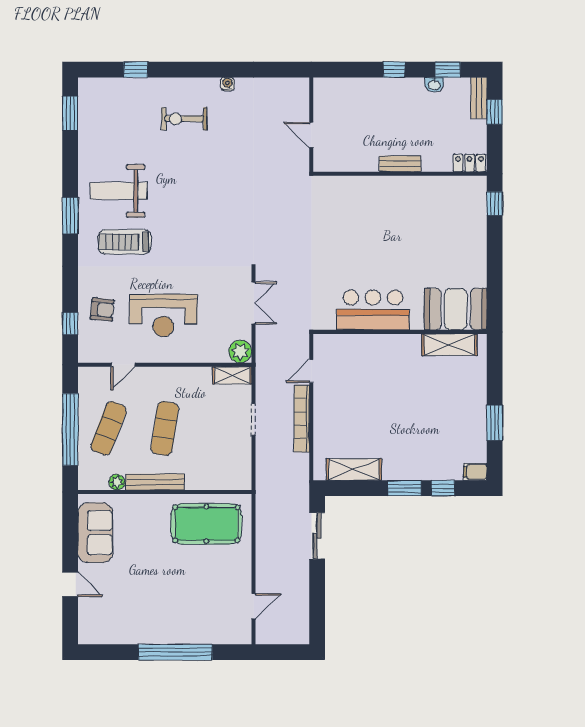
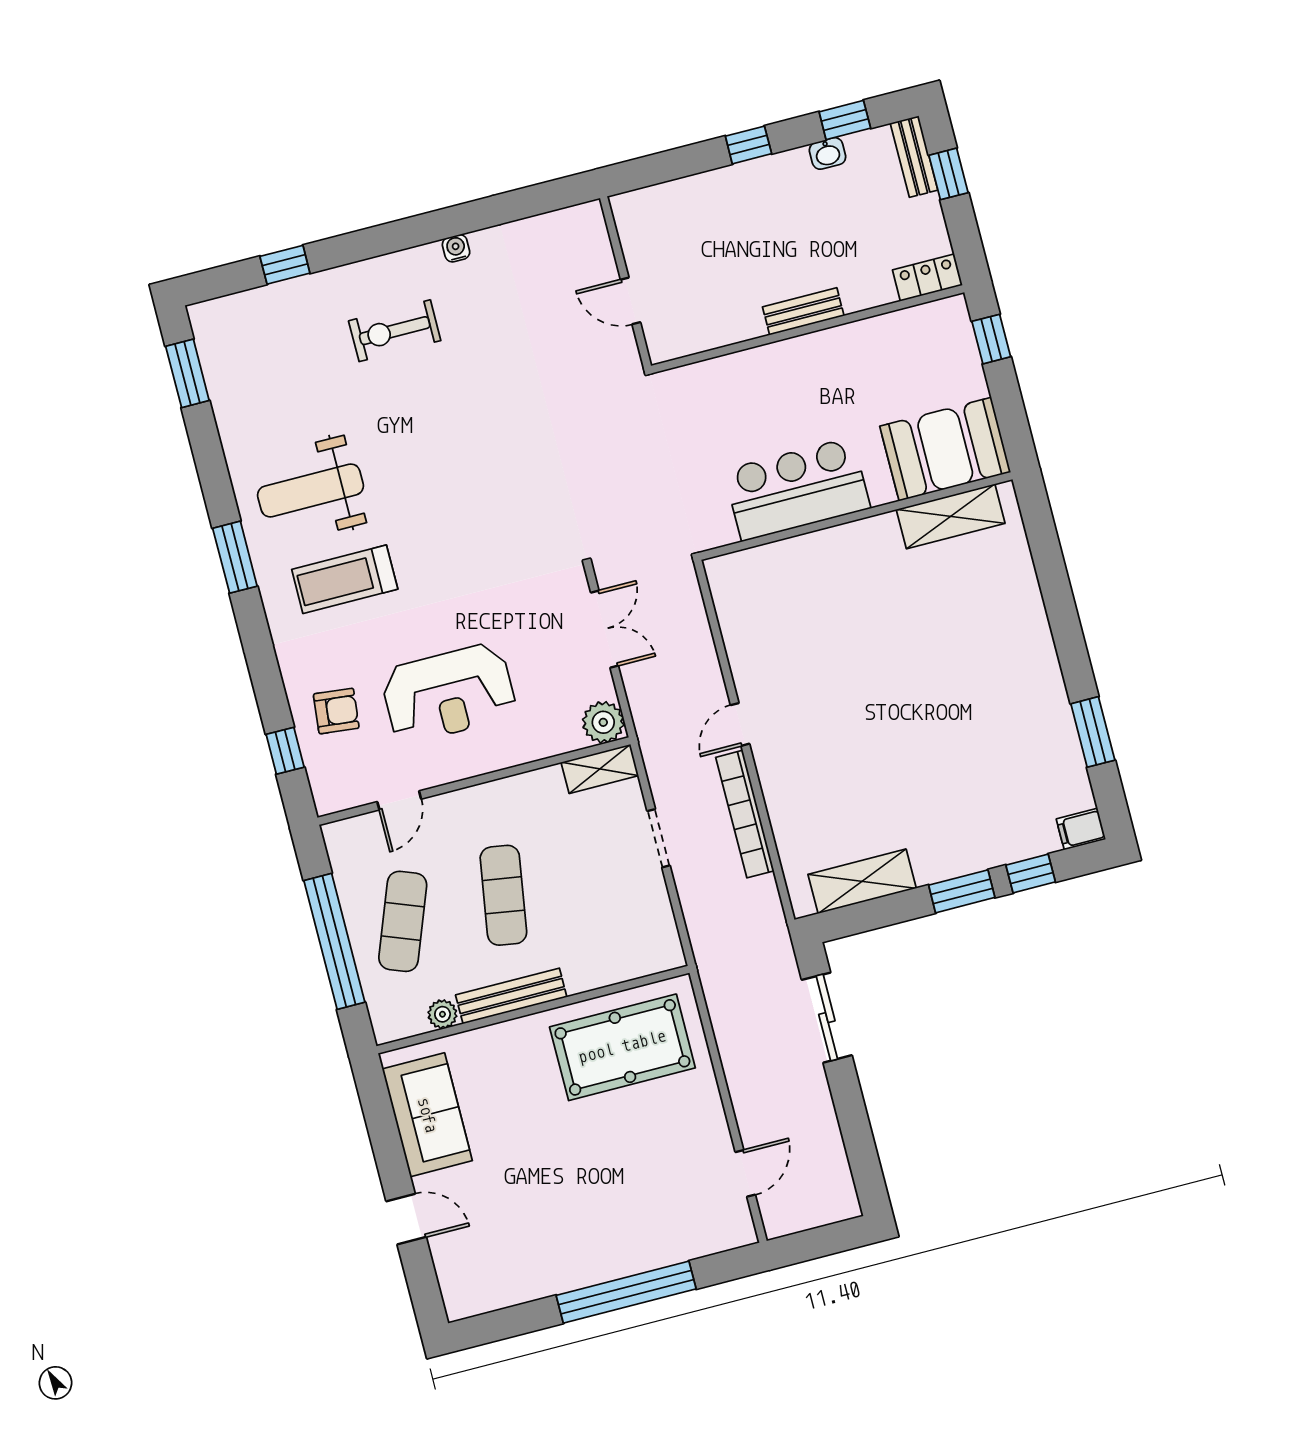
booth: (456, 309) -> (945, 449), moved
bar counter: (373, 310) -> (797, 489), moved
wall: (400, 332) -> (856, 516), moved
shelving: (449, 345) -> (951, 516), moved

